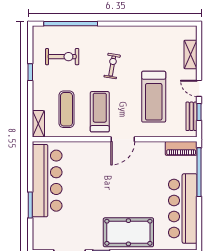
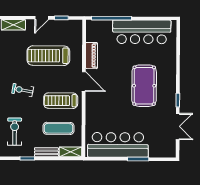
treadmill: (154, 97) -> (48, 56), turned 180
bench: (192, 116) -> (46, 152), moved
piano: (181, 148) -> (91, 56), moved
pool table: (128, 232) -> (144, 86), moved

